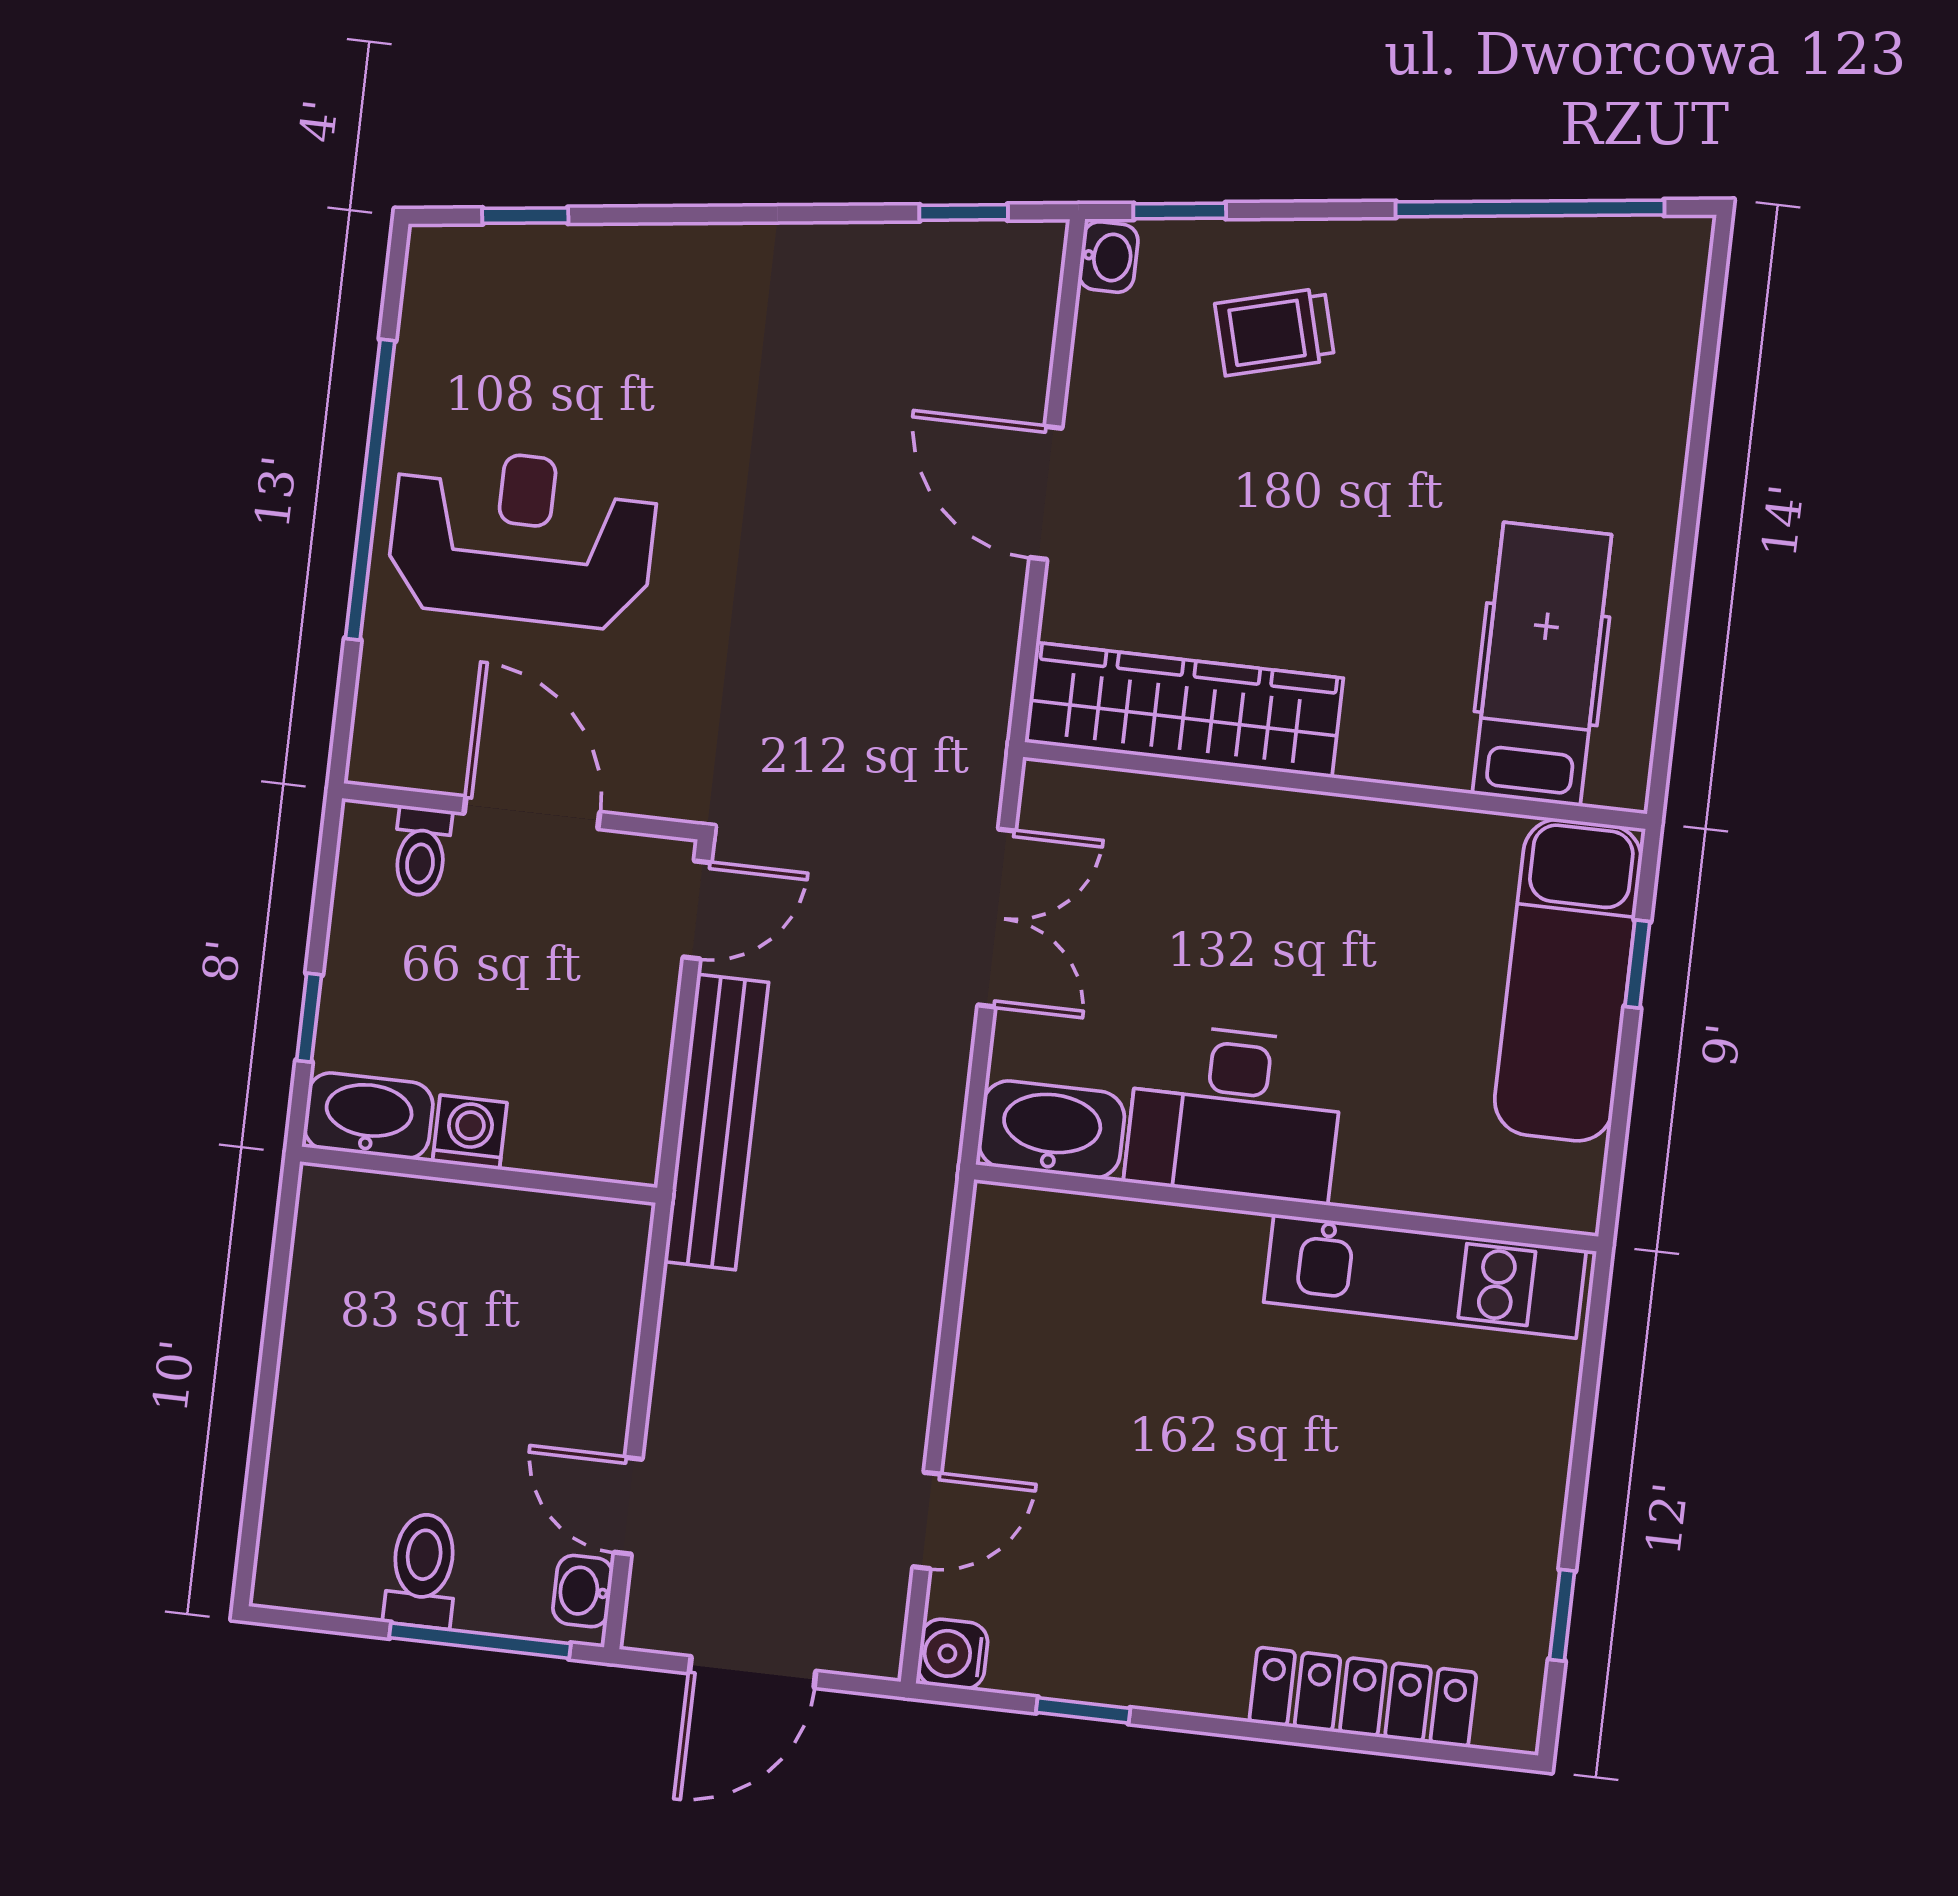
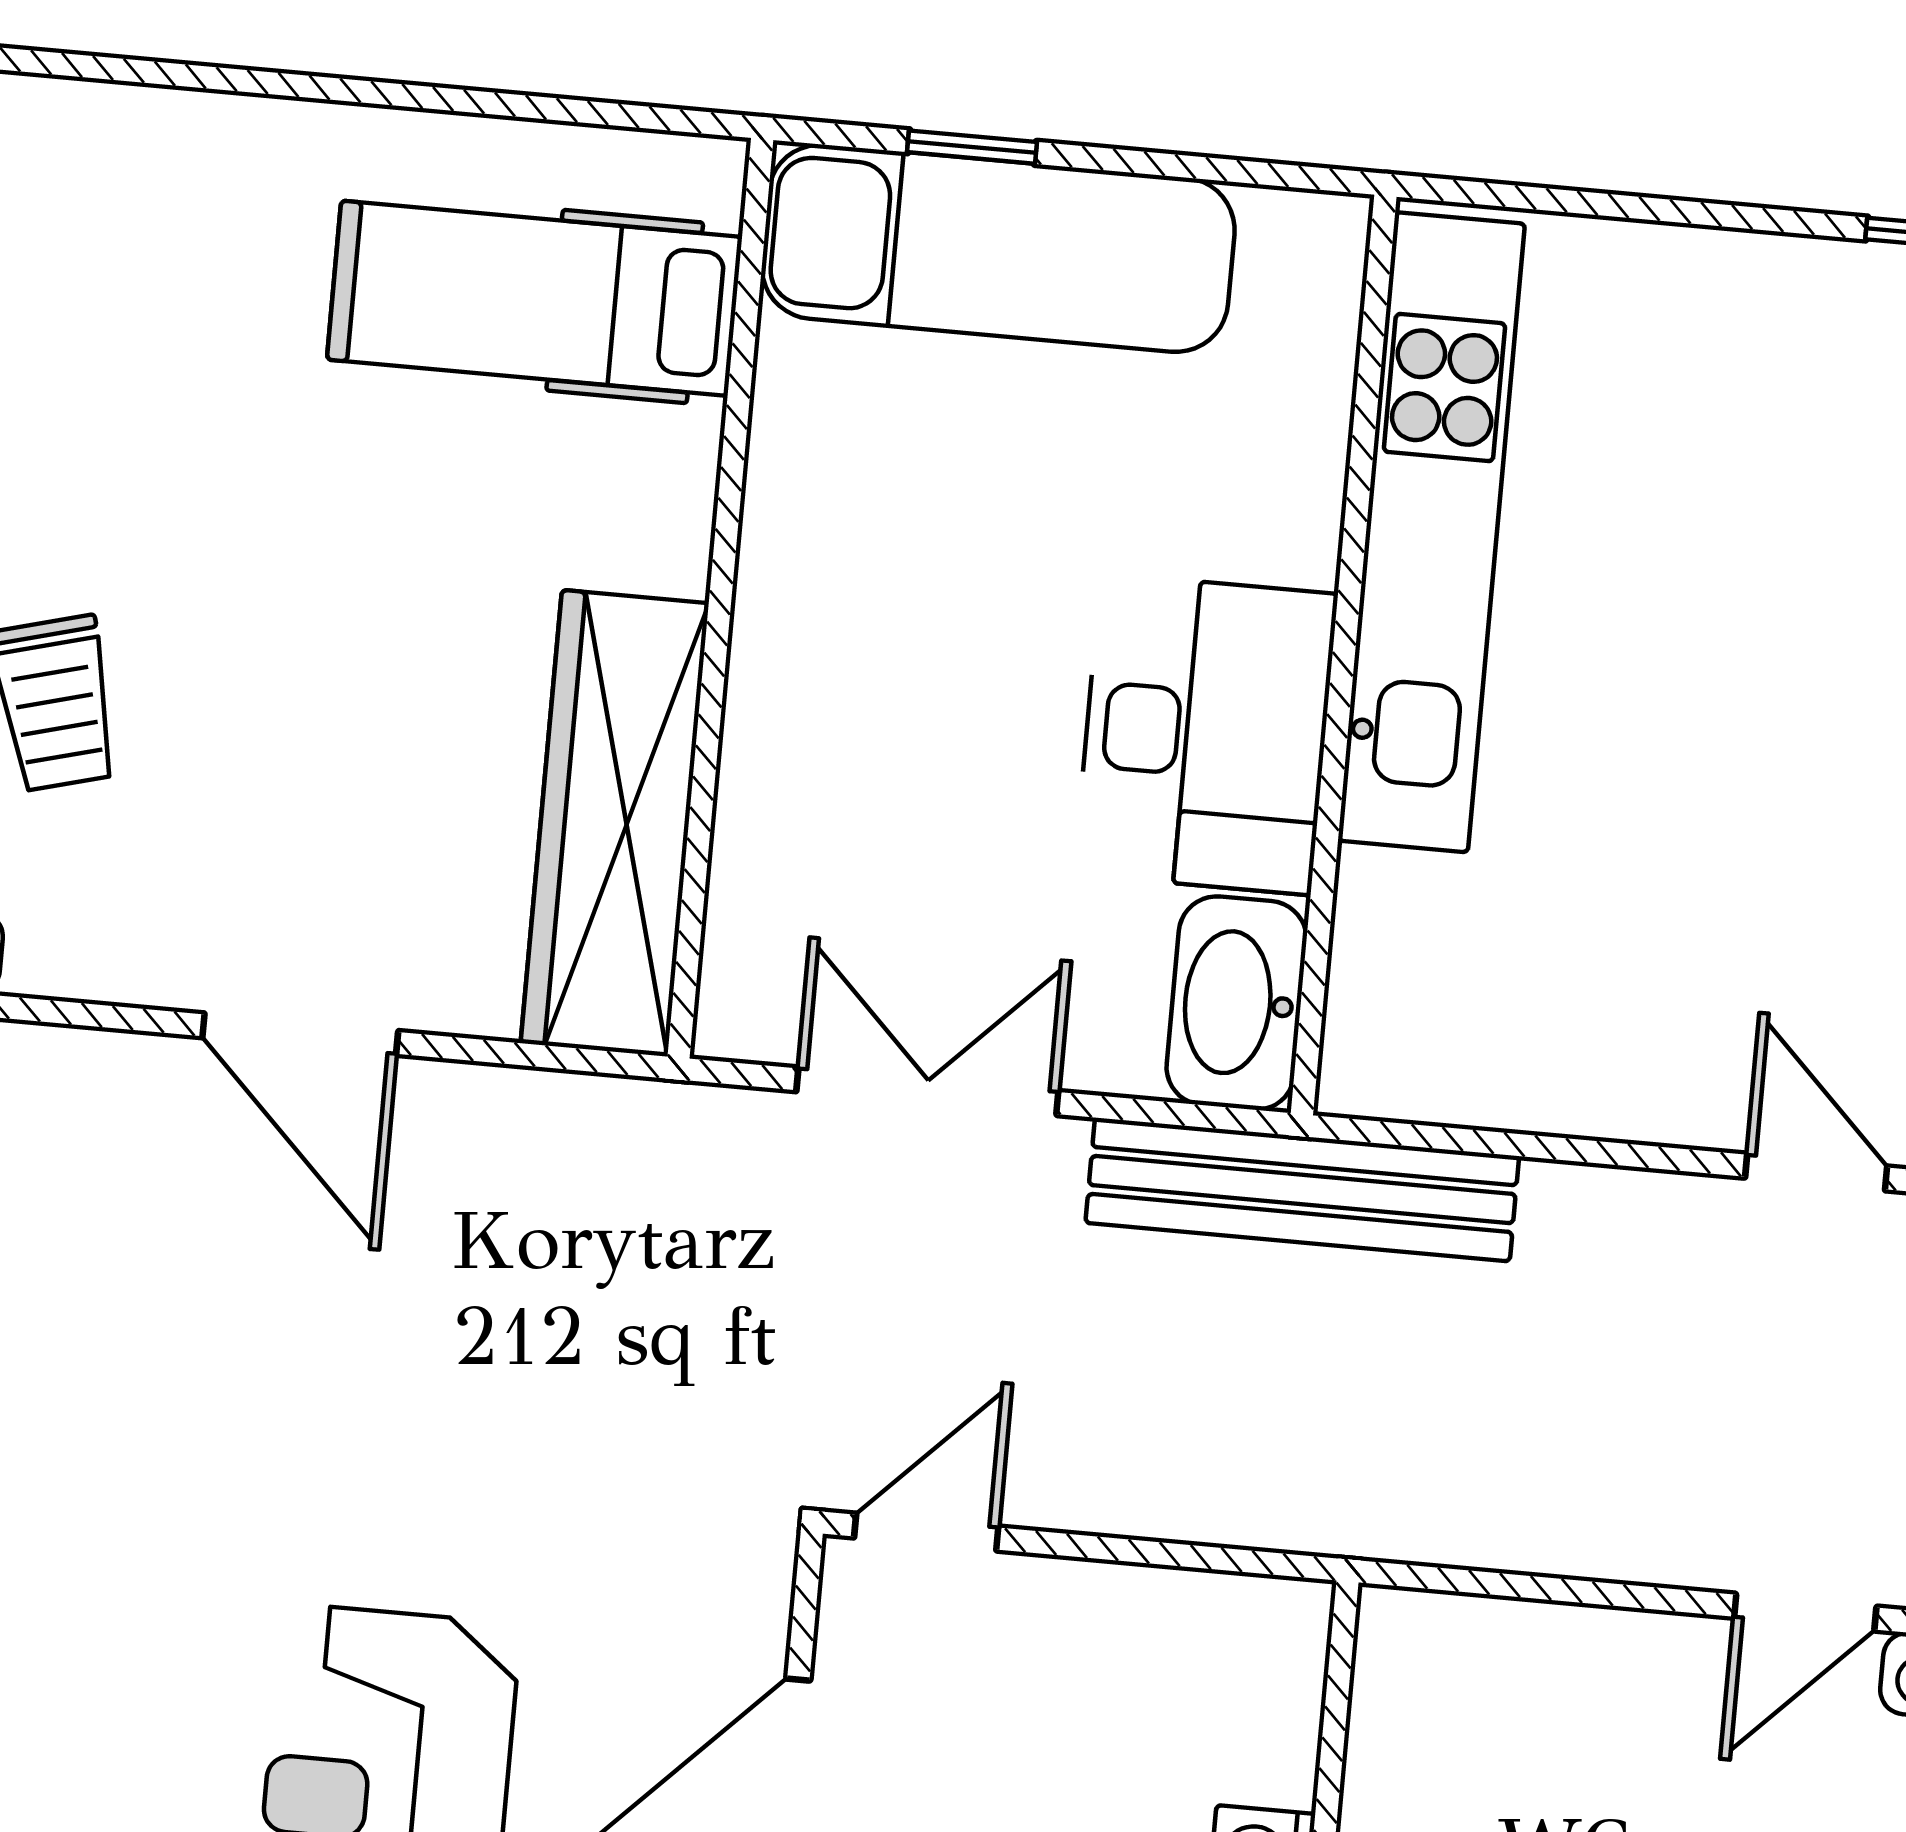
door: (1046, 493) -> (300, 1034), hinge flipped
door: (697, 910) -> (926, 1532), hinge flipped
bench: (716, 1122) -> (1302, 1190), moved
kitchen unit: (1425, 1276) -> (1431, 532), width x1.36

